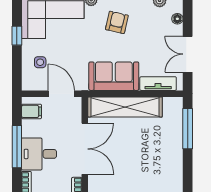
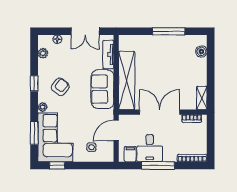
armchair: (117, 22) -> (60, 87), turned 116
window: (17, 36) -> (57, 165), moved
window: (188, 129) -> (169, 31), moved
desk: (39, 154) -> (150, 148), moved

